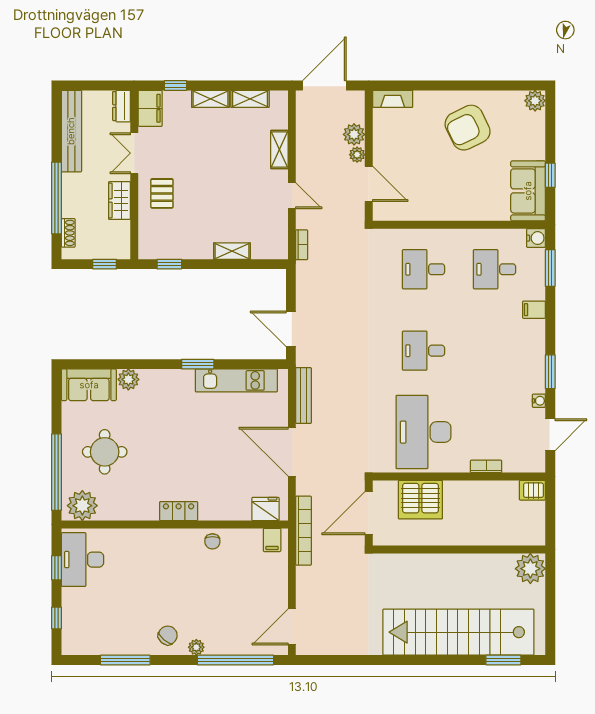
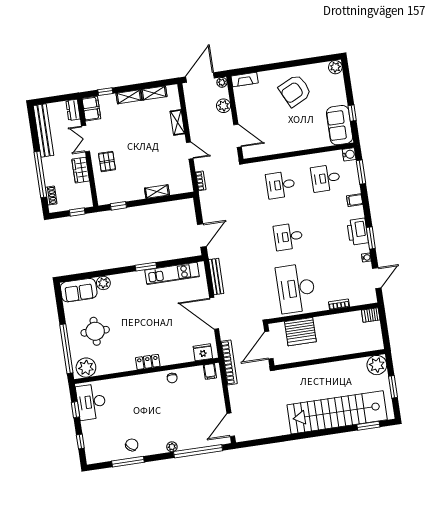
plant: (357, 155) -> (222, 82), moved
door: (291, 329) -> (202, 235), swing flipped
printer: (531, 359) -> (358, 232), added
window: (550, 606) -> (393, 387), added
chair: (168, 635) -> (132, 445), moved

